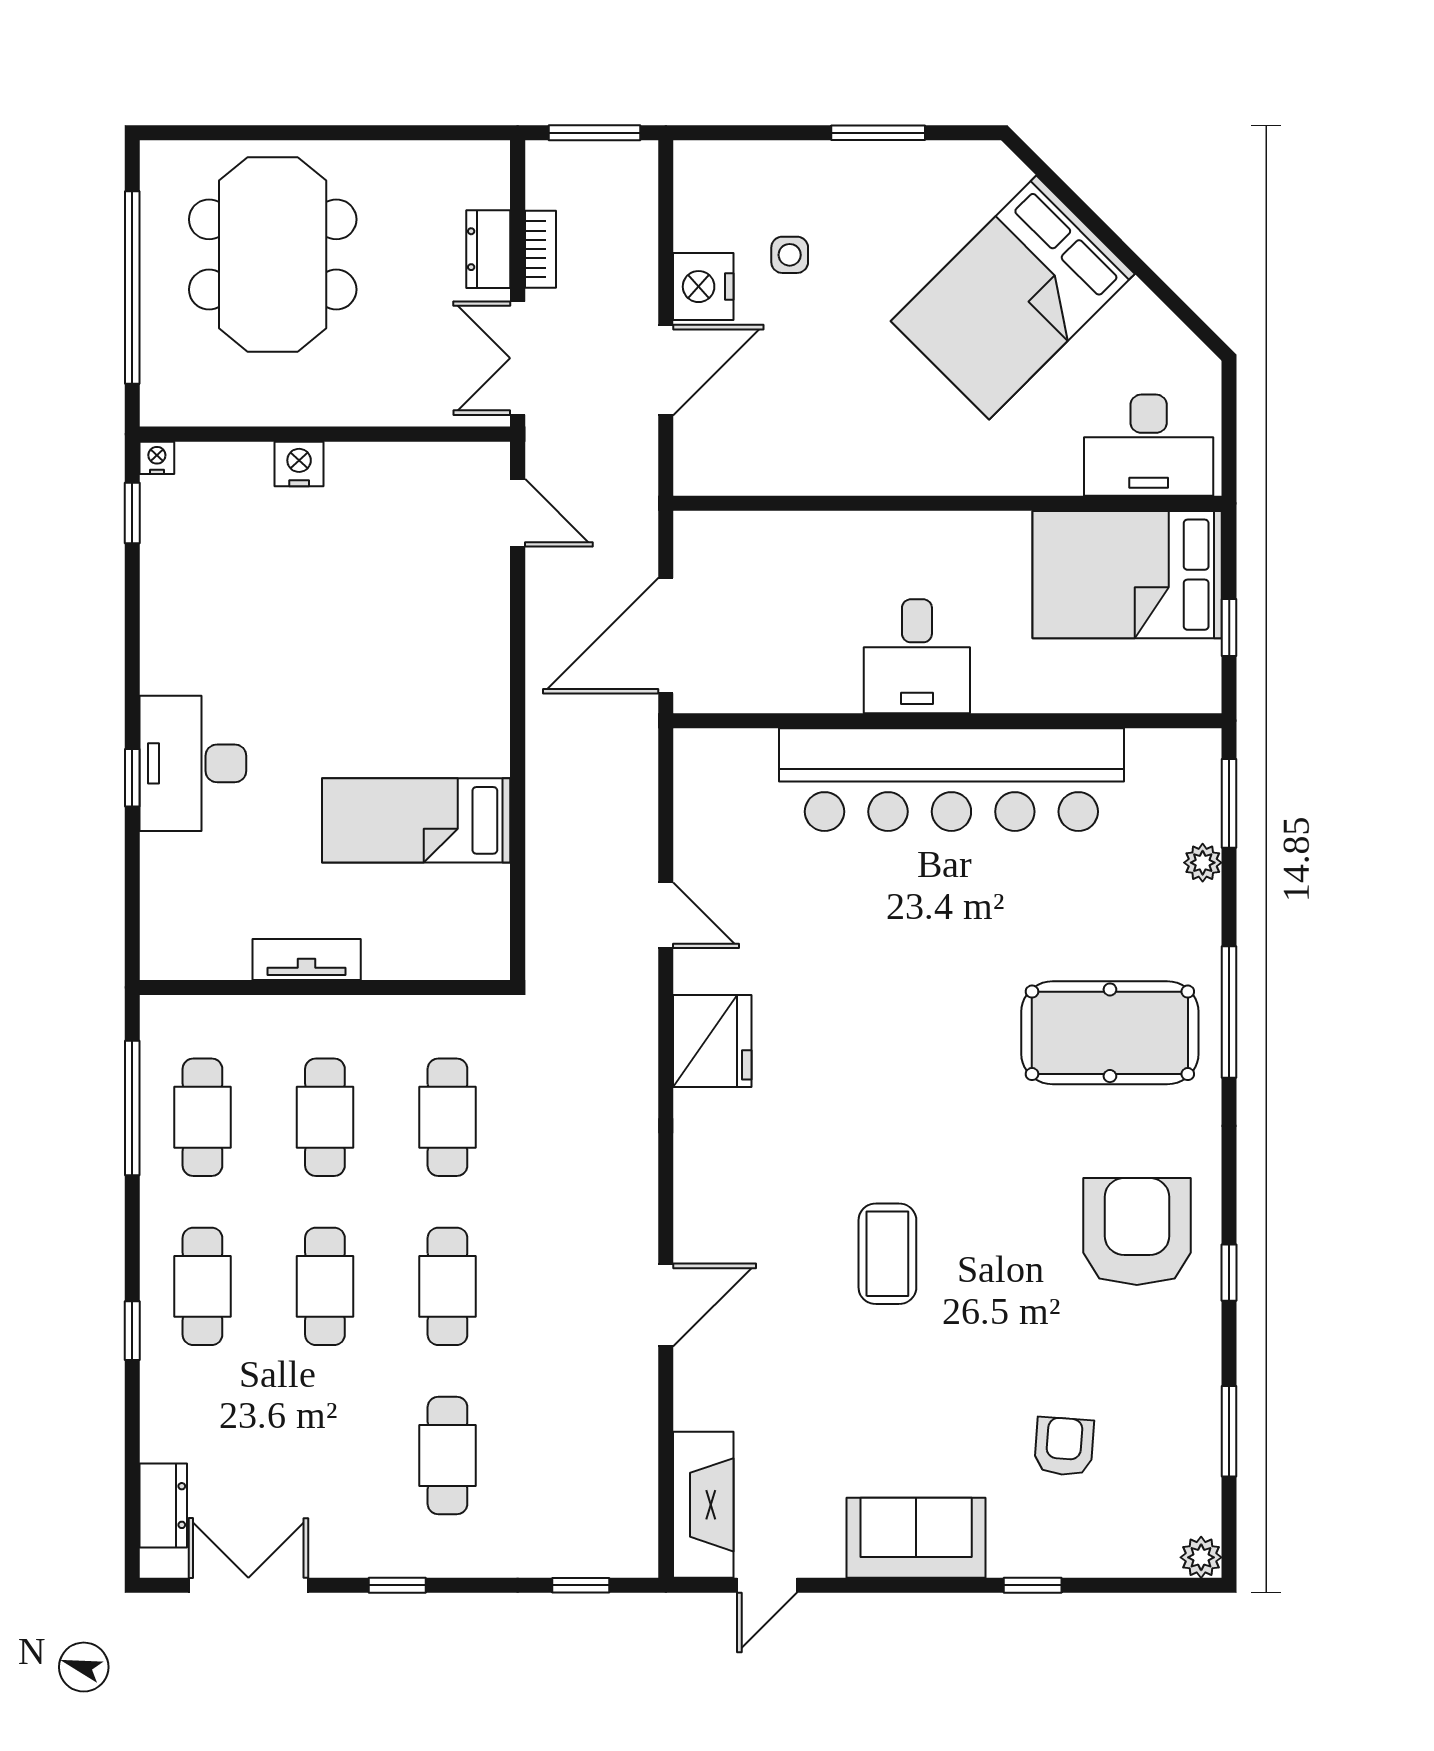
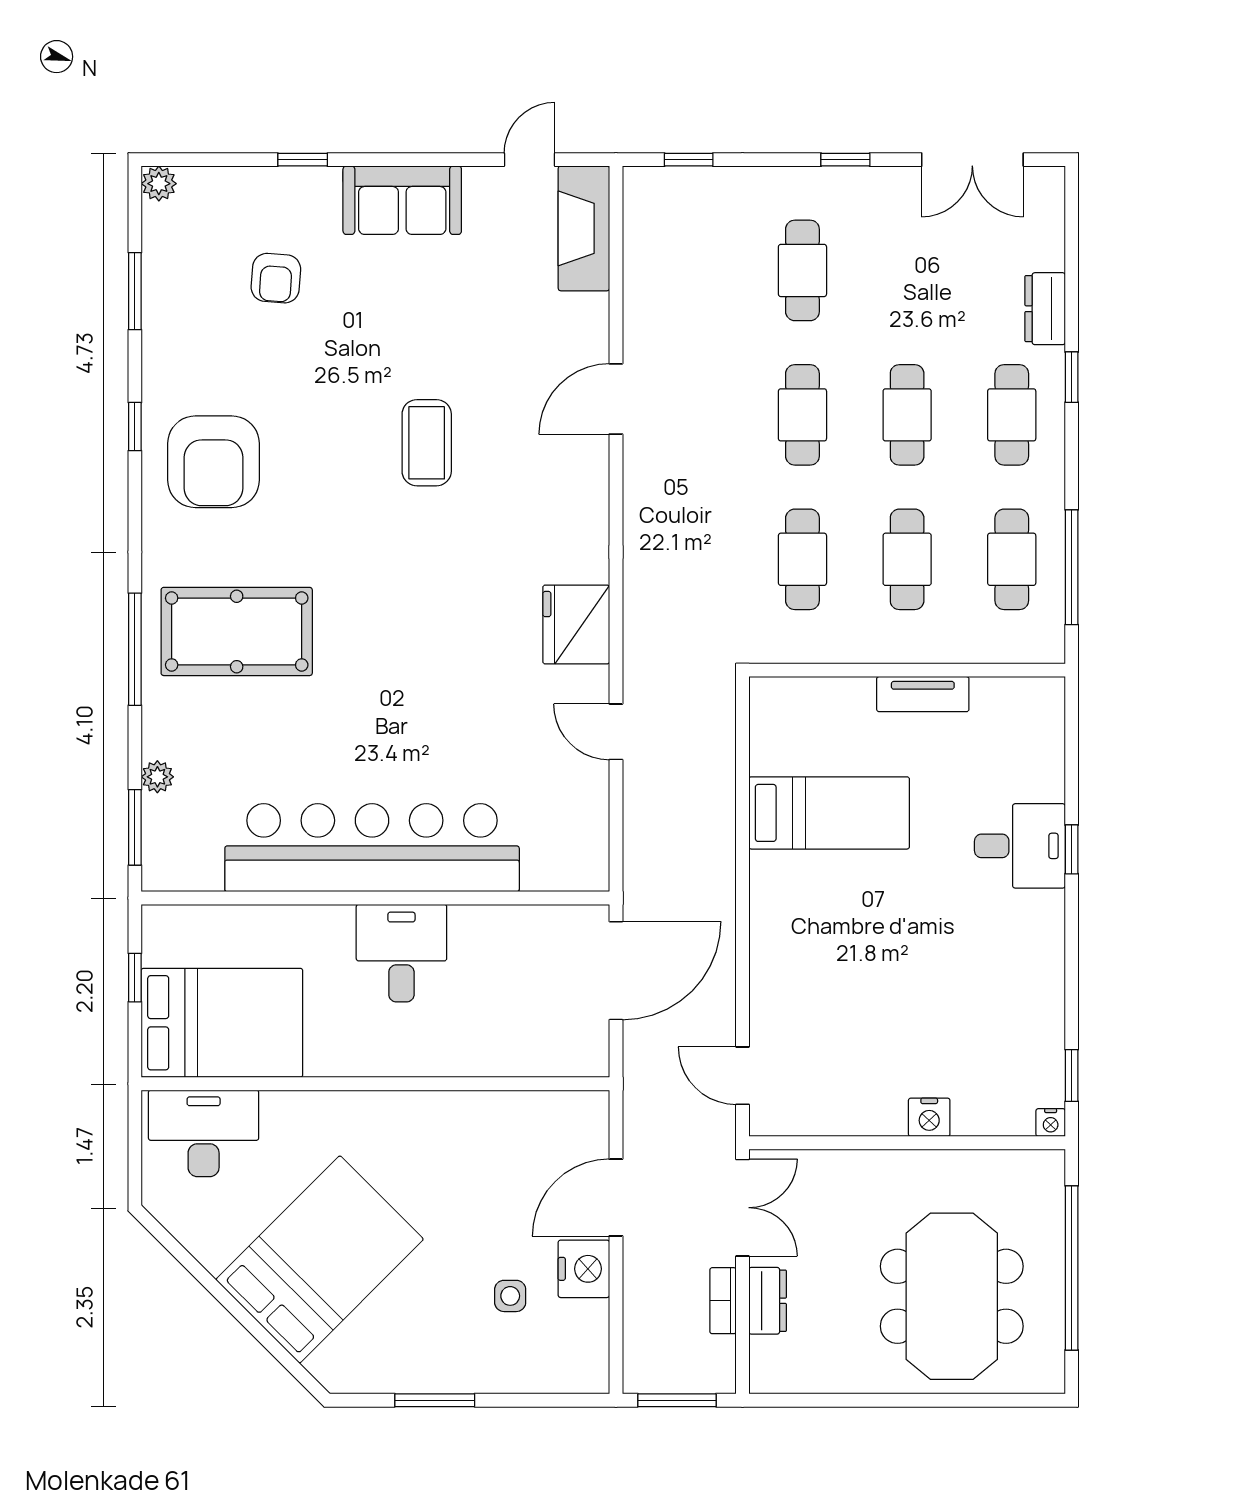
desk: (193, 763) -> (1020, 846), width x0.73
dresser: (163, 1506) -> (1045, 309), moved

